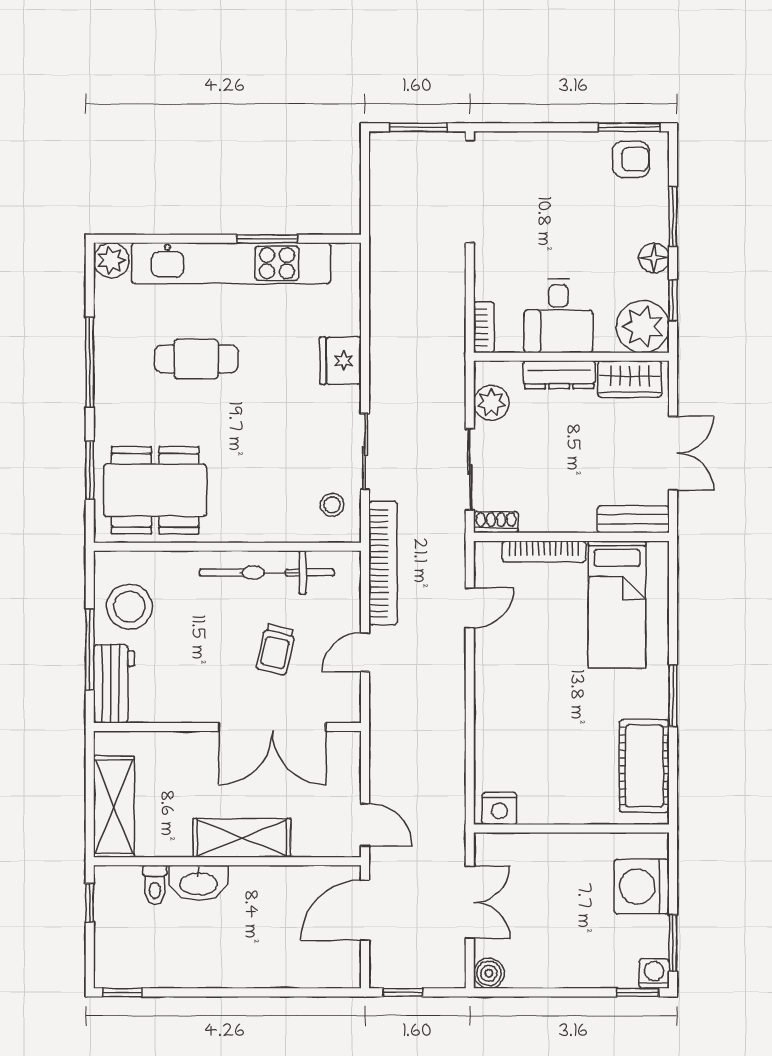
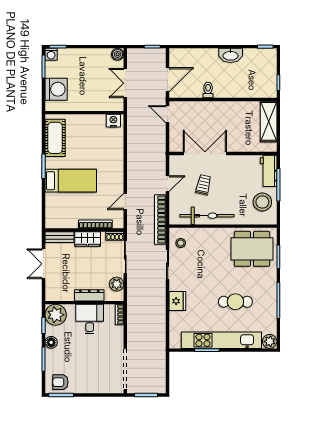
wardrobe: (630, 379) -> (88, 239), moved, turned 180
bed: (617, 605) -> (71, 181), moved, turned 90
shelving: (242, 838) -> (217, 109), removed
washbasin: (199, 883) -> (231, 55), moved, turned 180
toilet: (155, 885) -> (208, 90), moved

